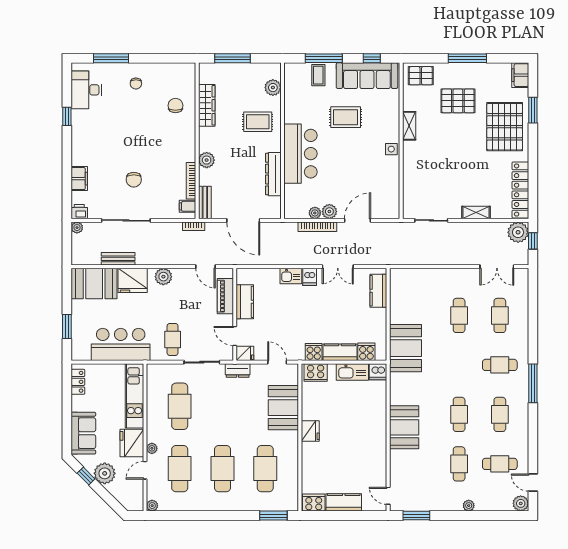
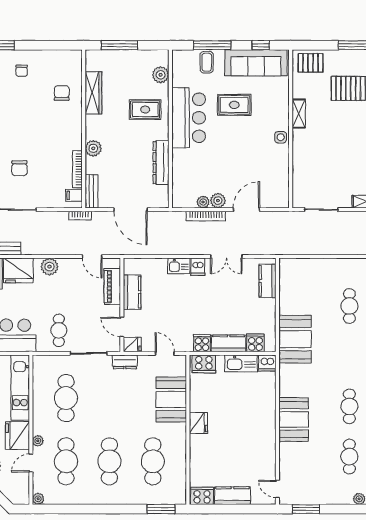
bar counter: (301, 154) -> (189, 118), moved

